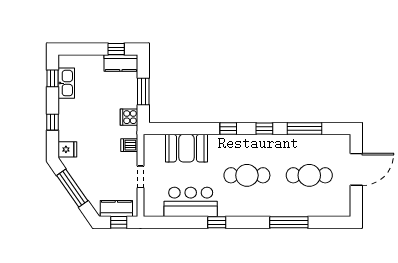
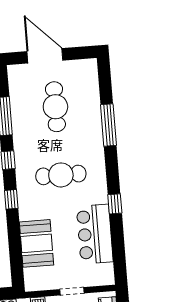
cafe table: (247, 175) -> (61, 175), turned 90

